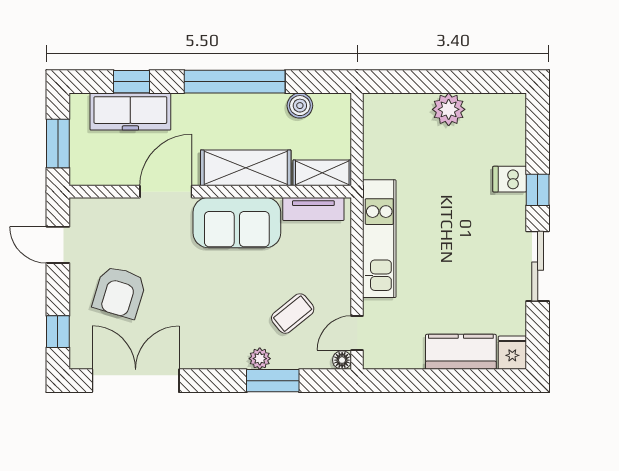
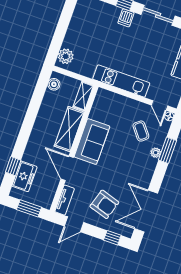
window: (235, 82) -> (29, 121), removed
boiler: (300, 106) -> (54, 84), moved
plant: (449, 109) -> (66, 56), moved
freezer: (130, 112) -> (24, 176), width x0.71
dishwasher: (510, 179) -> (126, 18), moved
tv unit: (313, 209) -> (65, 200), moved

